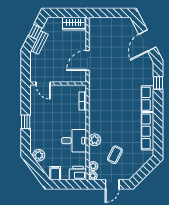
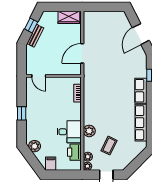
printer: (78, 173) -> (74, 152), moved, turned -90

